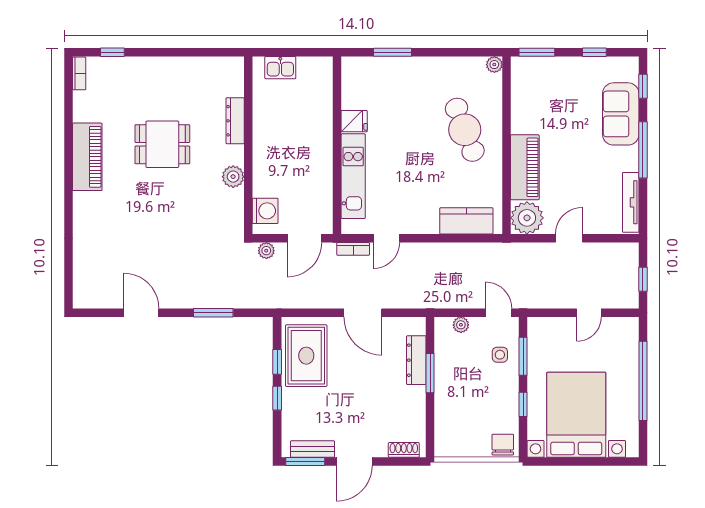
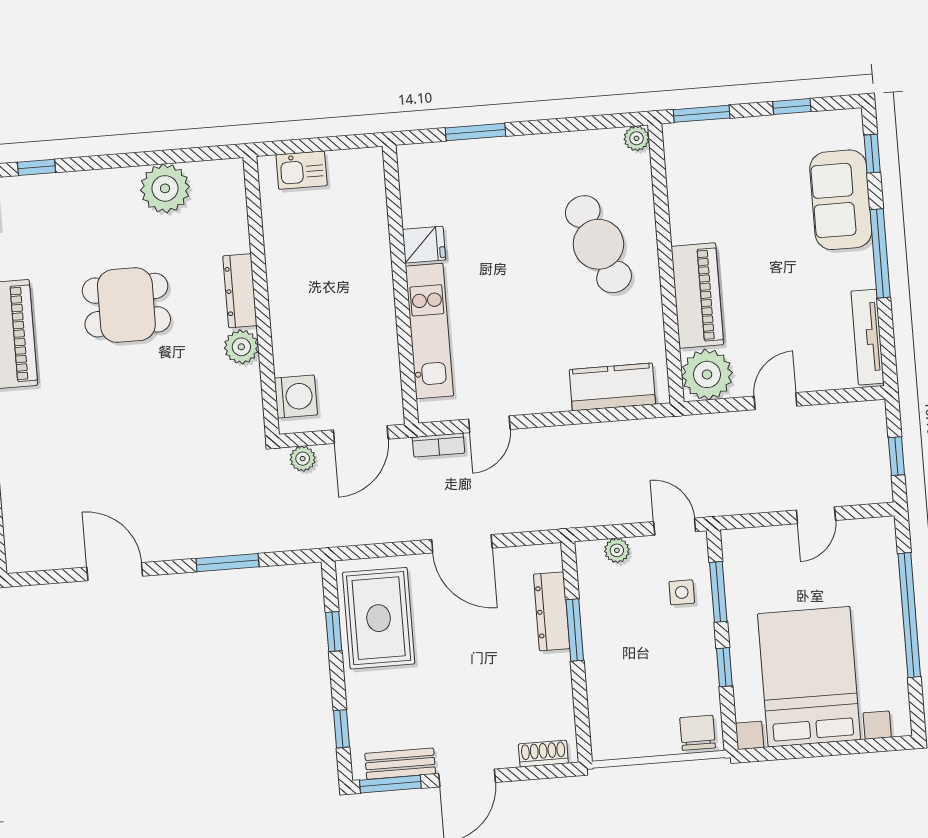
plant: (193, 72) -> (165, 188), added
dresser: (235, 121) -> (240, 291), moved
window: (277, 398) -> (342, 729), moved

